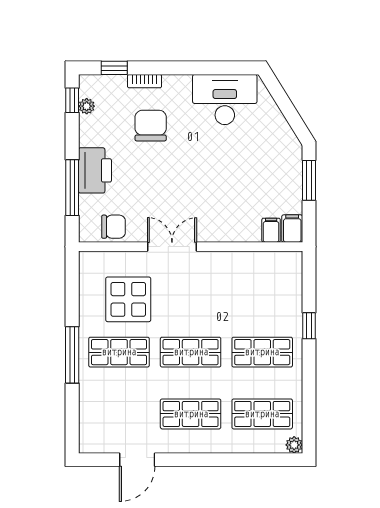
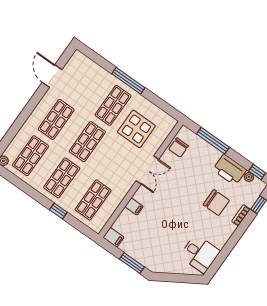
desk: (225, 100) -> (200, 254), width x0.73
printer: (95, 170) -> (230, 170), moved
filing cabinet: (271, 230) -> (134, 206), moved
shop shelf: (262, 290) -> (93, 200), added

